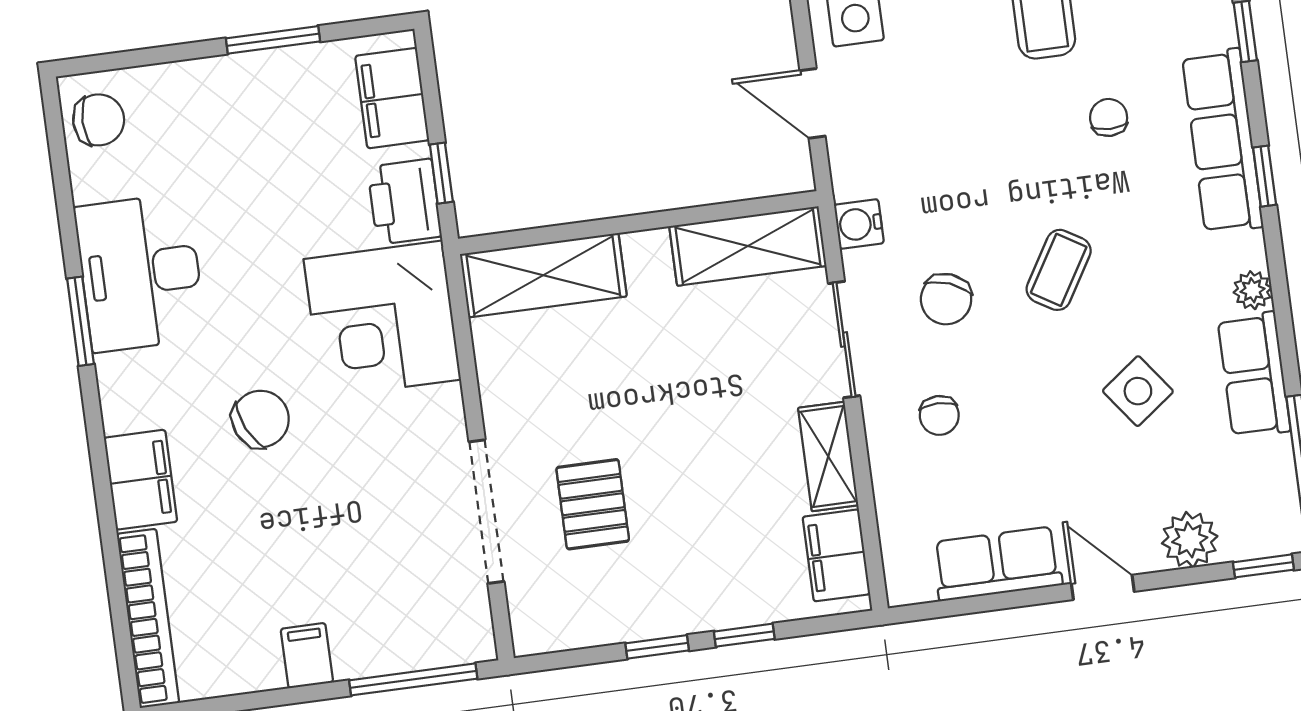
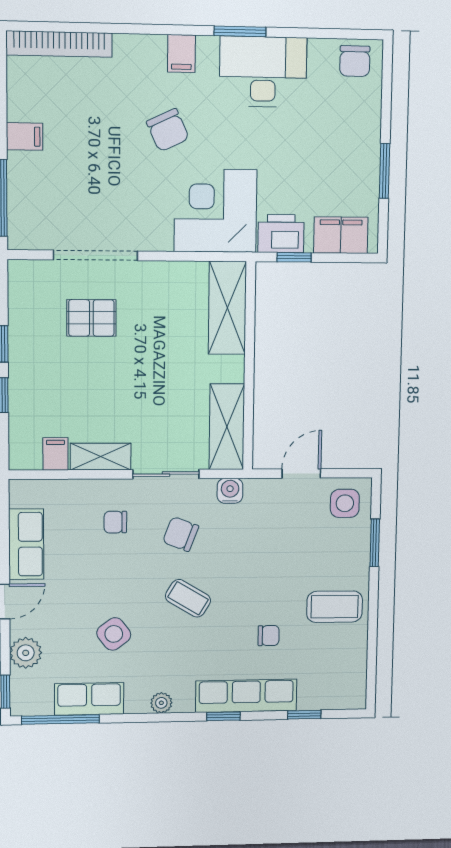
row of seats: (1254, 375) -> (89, 699), moved
filing cabinet: (141, 480) -> (181, 54), moved, width x0.50
filing cabinet: (836, 555) -> (55, 454), width x0.50

